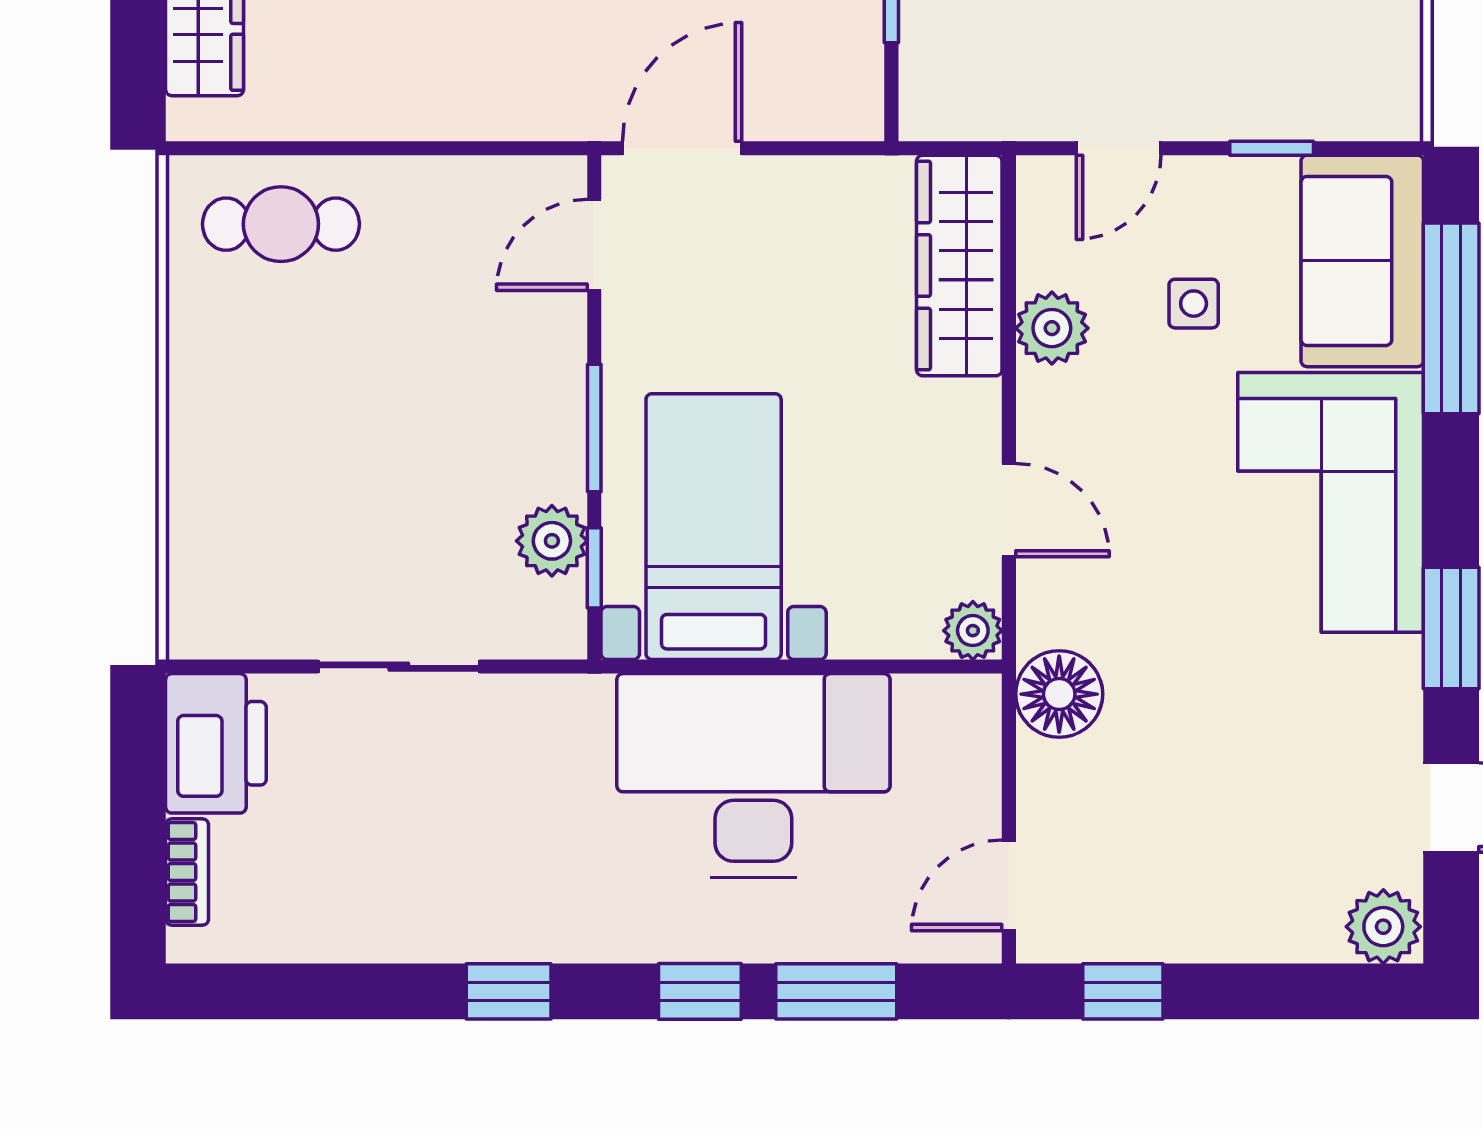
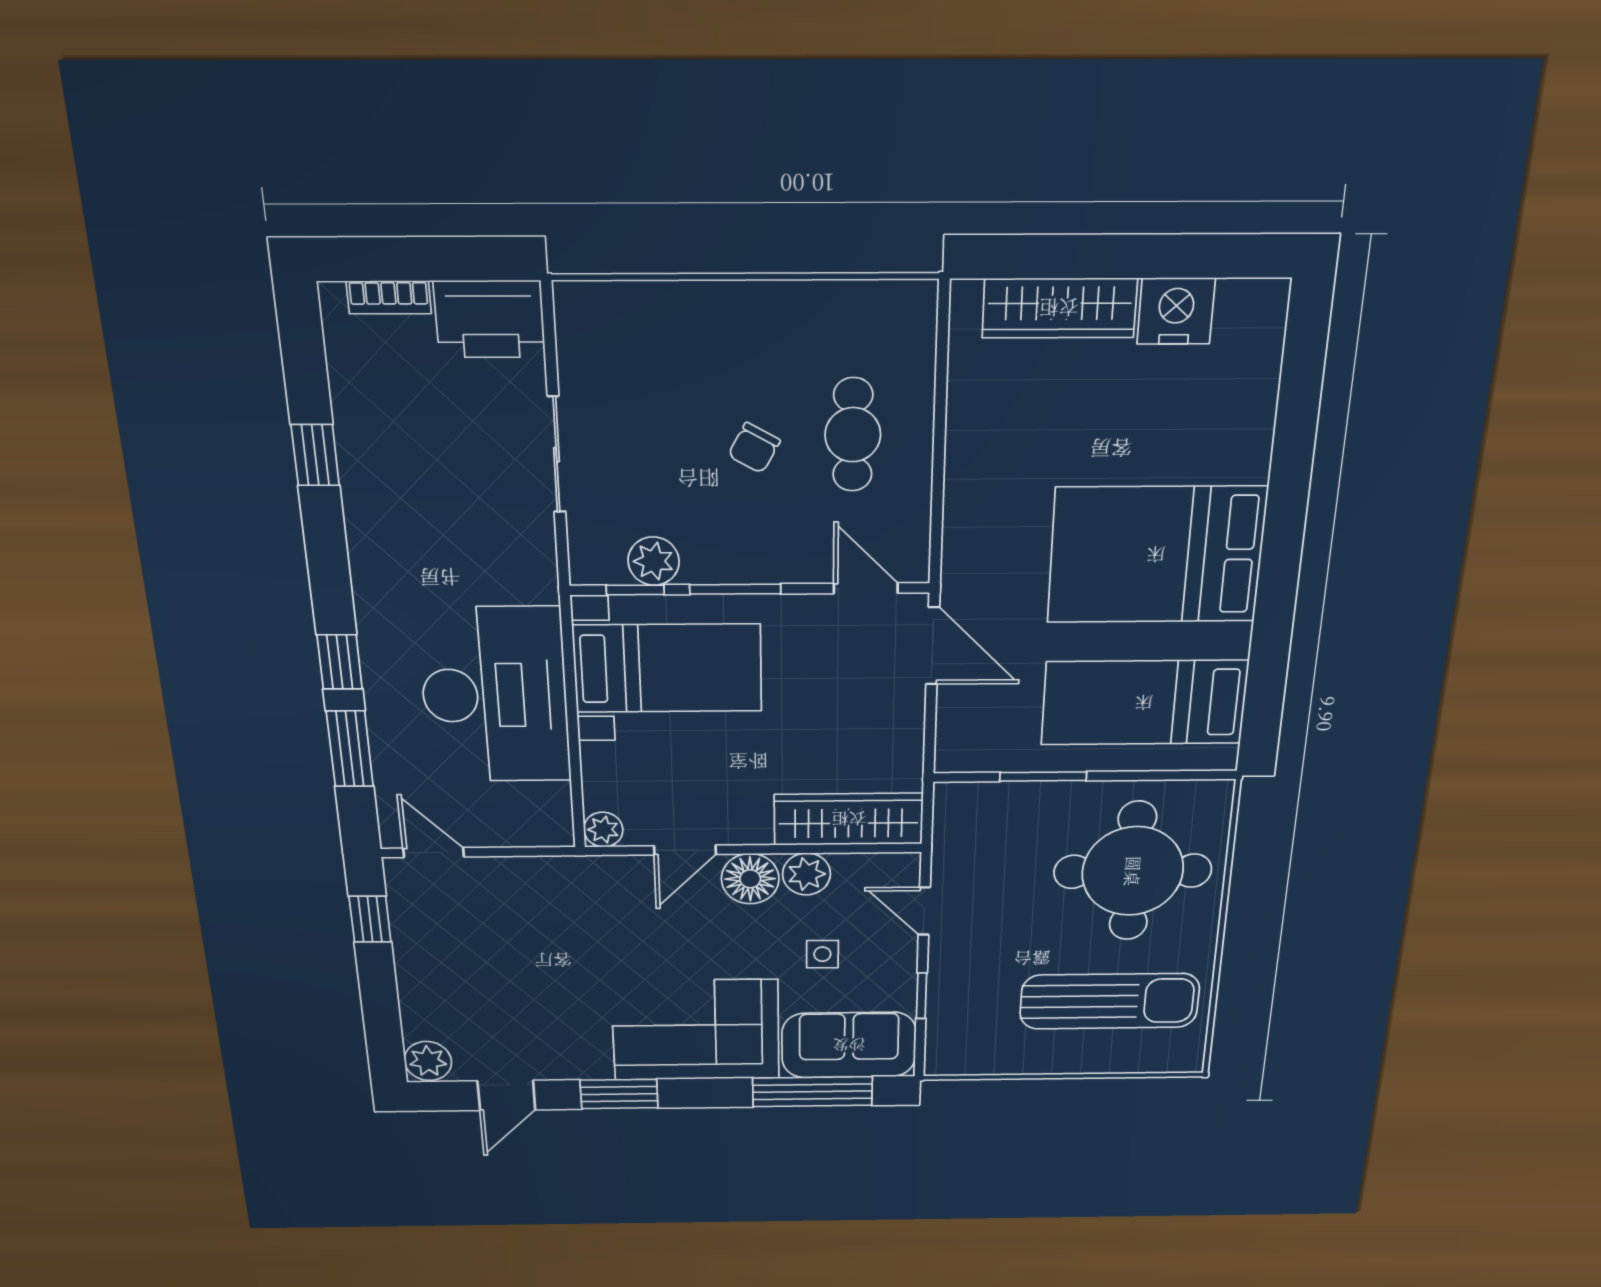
cafe table: (281, 224) -> (853, 435), moved
chair: (391, 399) -> (754, 448), added
floor lamp: (1059, 694) -> (750, 879), moved
window: (509, 991) -> (315, 455), moved

